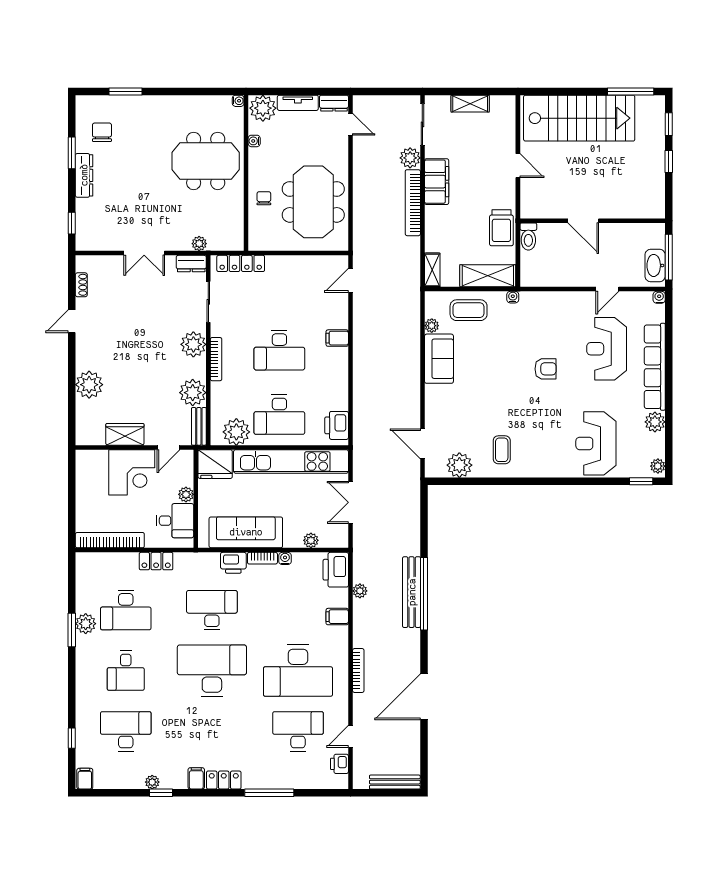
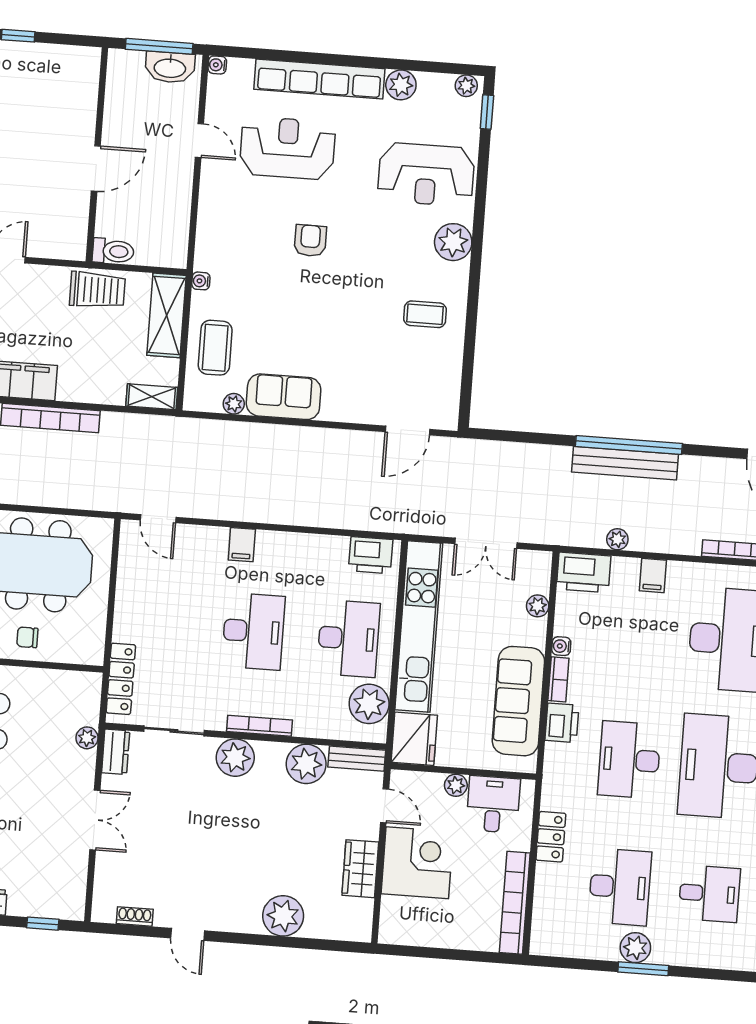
reception desk: (607, 349) -> (287, 148), turned 180
plant: (459, 465) -> (453, 242), moved

